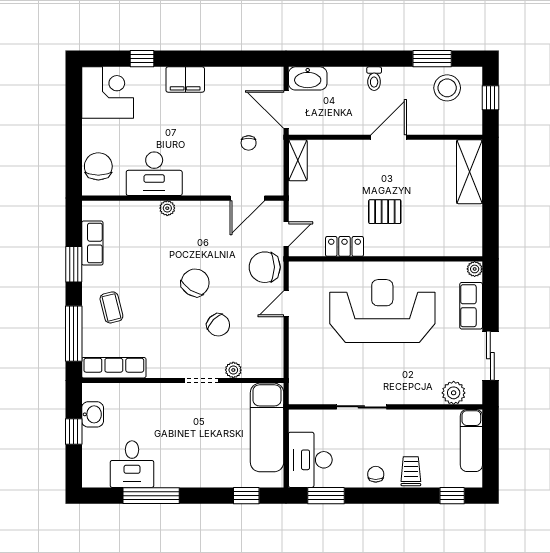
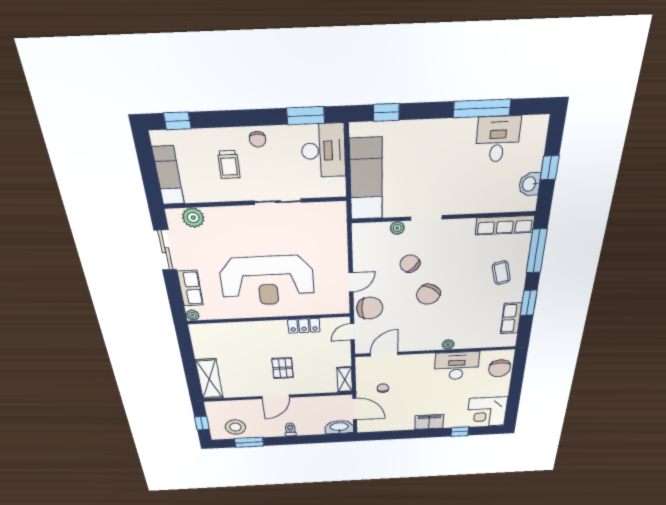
pallet: (385, 212) -> (283, 368), moved, turned 90
trolley: (411, 471) -> (229, 165), moved

